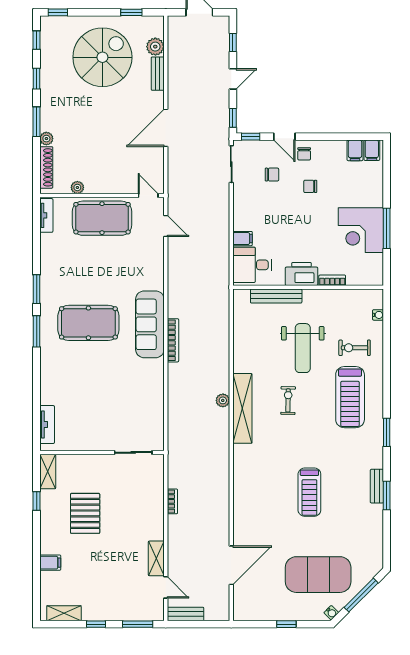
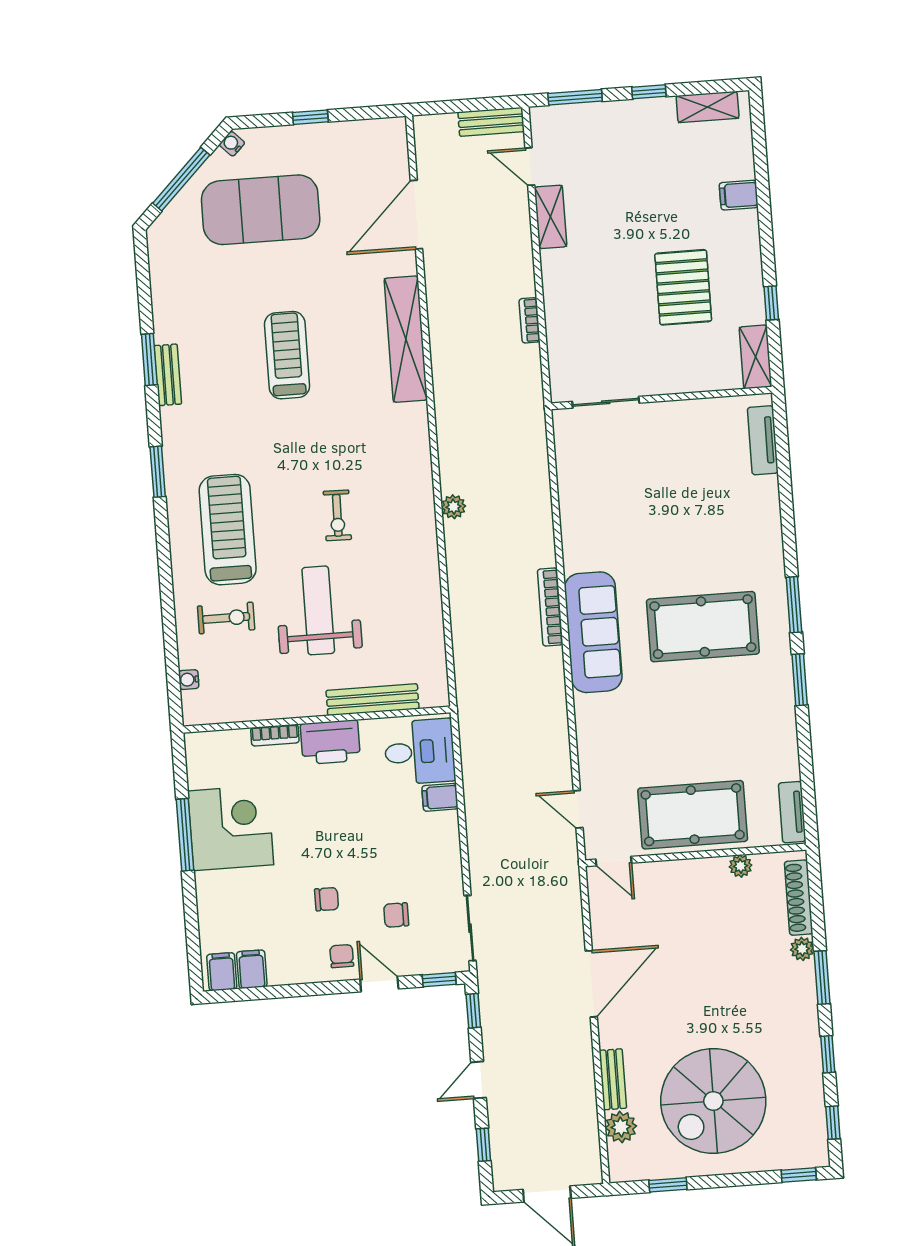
shelving: (242, 408) -> (406, 339), moved

